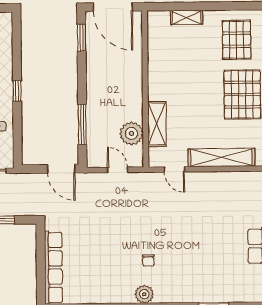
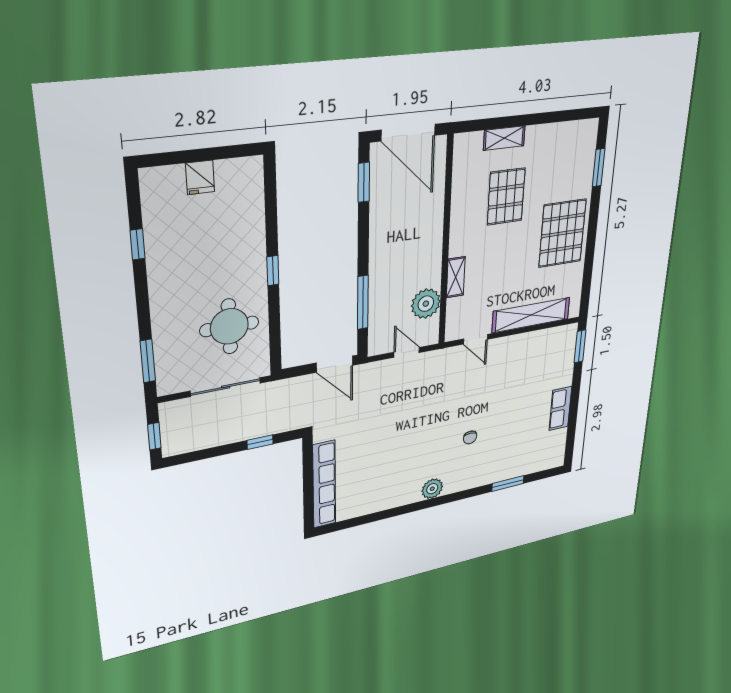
pallet: (237, 40) -> (506, 197), moved
shelving: (157, 124) -> (456, 277), width x0.67, depth x0.75
chair: (148, 260) -> (470, 437), moved

